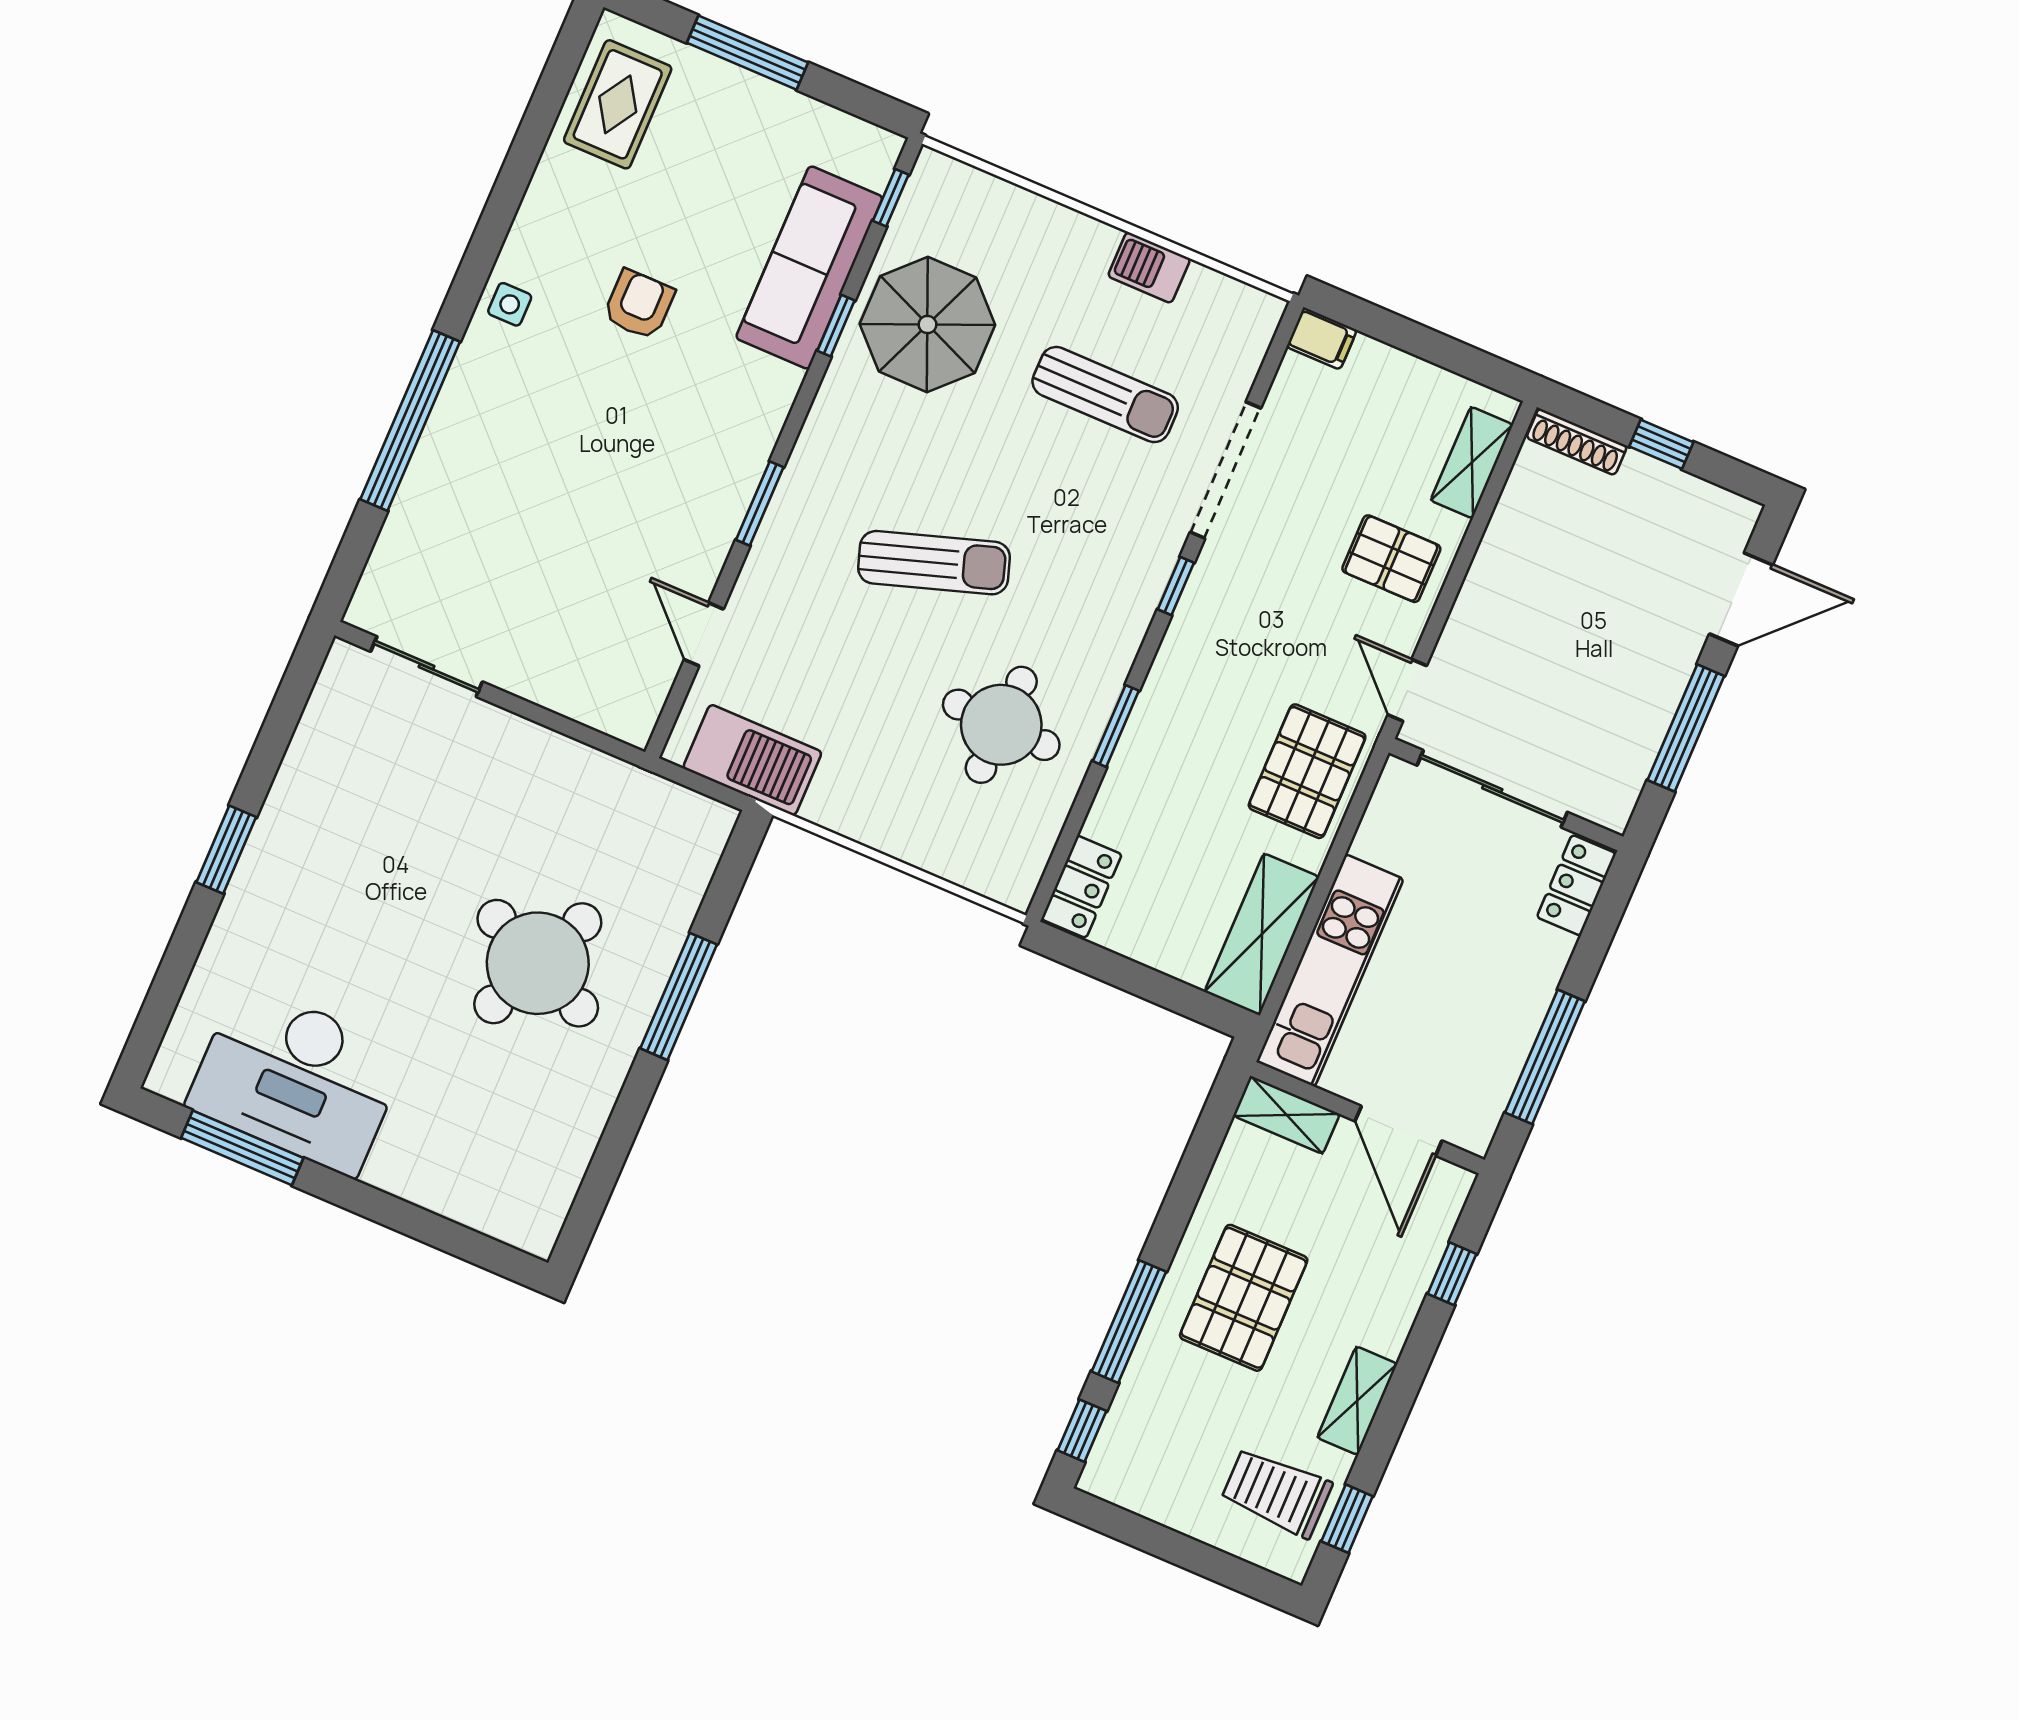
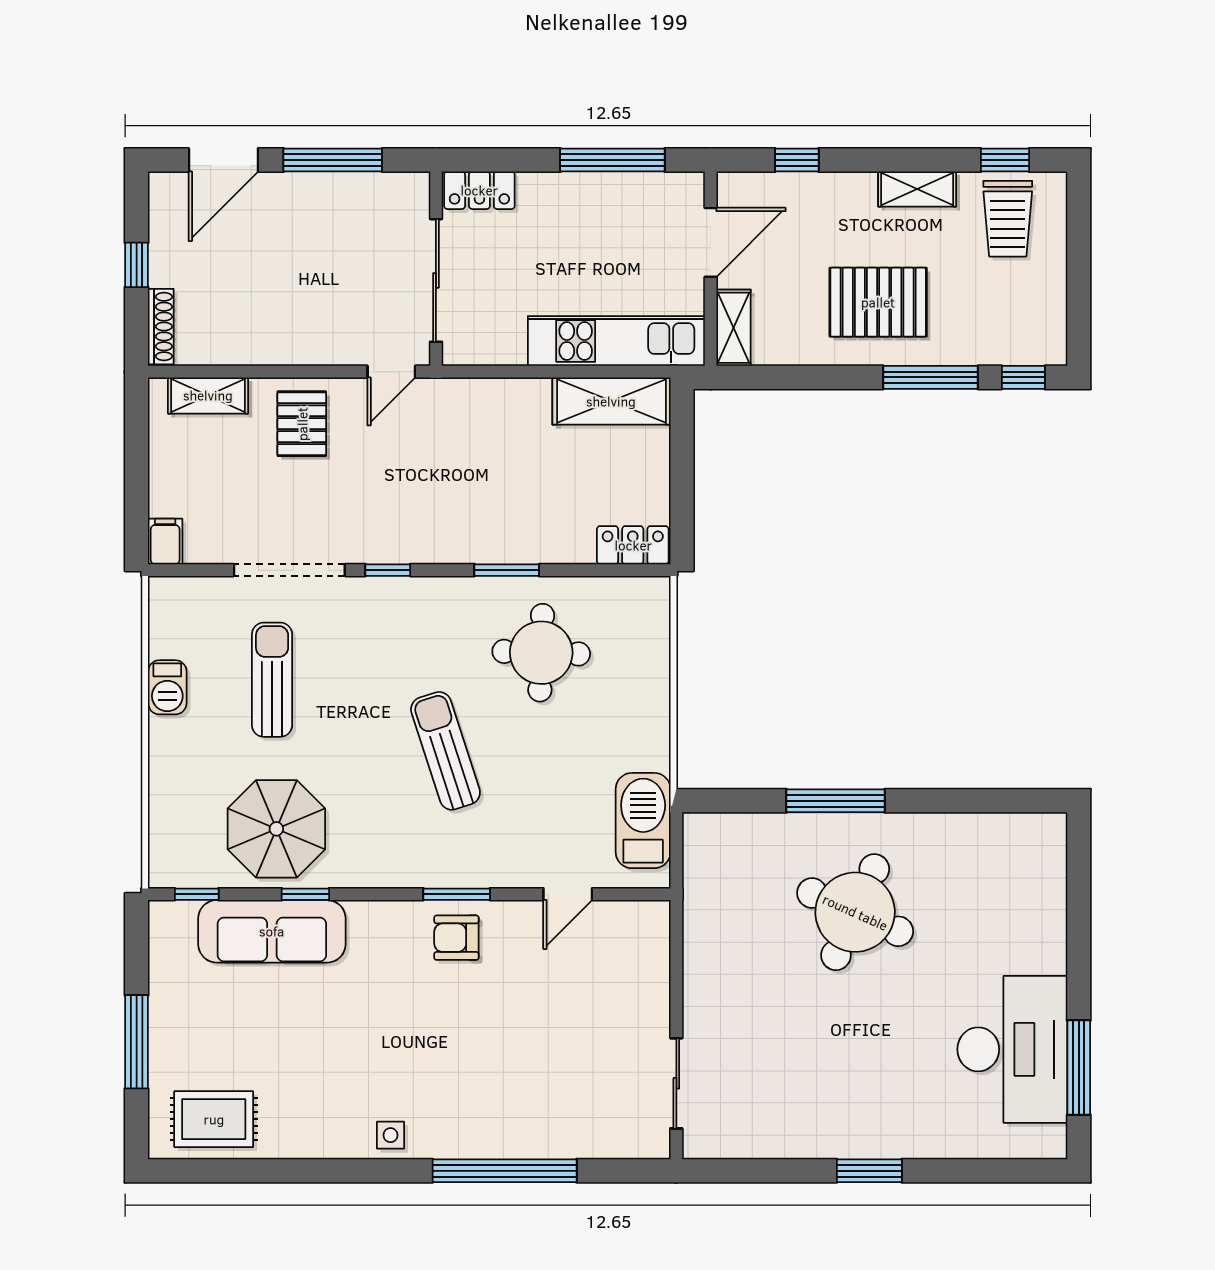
armchair: (639, 305) -> (456, 938), moved
door: (1741, 599) -> (223, 160), swing flipped
pallet: (1307, 771) -> (480, 419), removed

